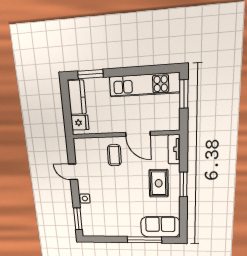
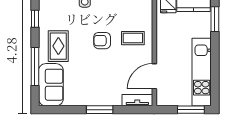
door: (138, 134) -> (154, 76), moved
armchair: (118, 183) -> (102, 41), added
rug: (159, 183) -> (58, 46), moved, turned 90
window: (103, 239) -> (35, 19), added

